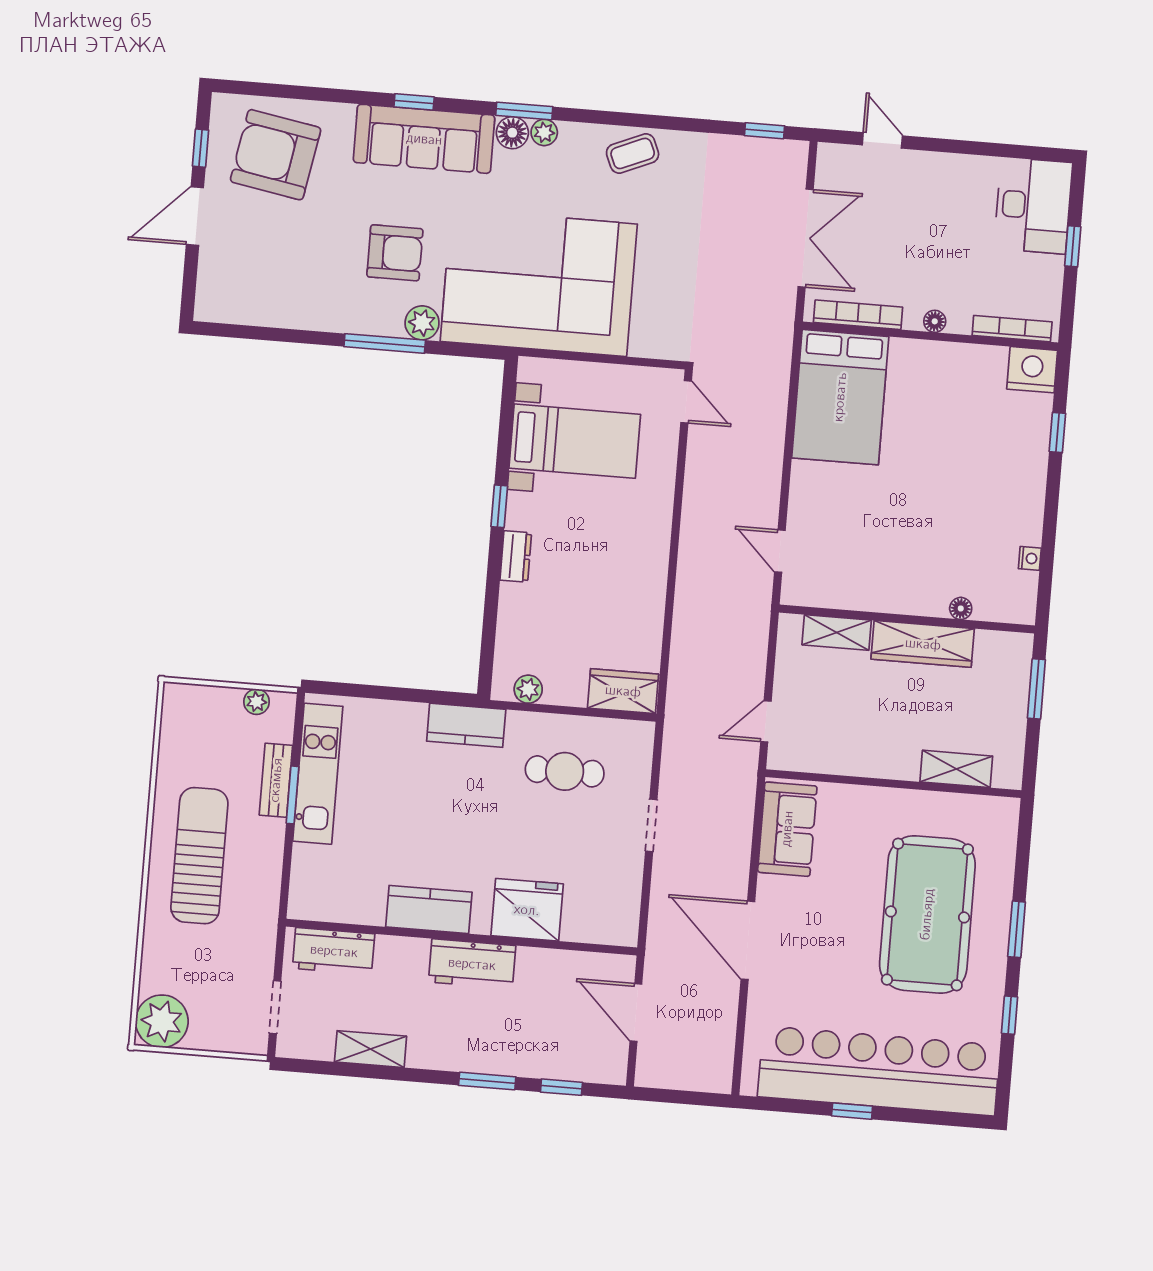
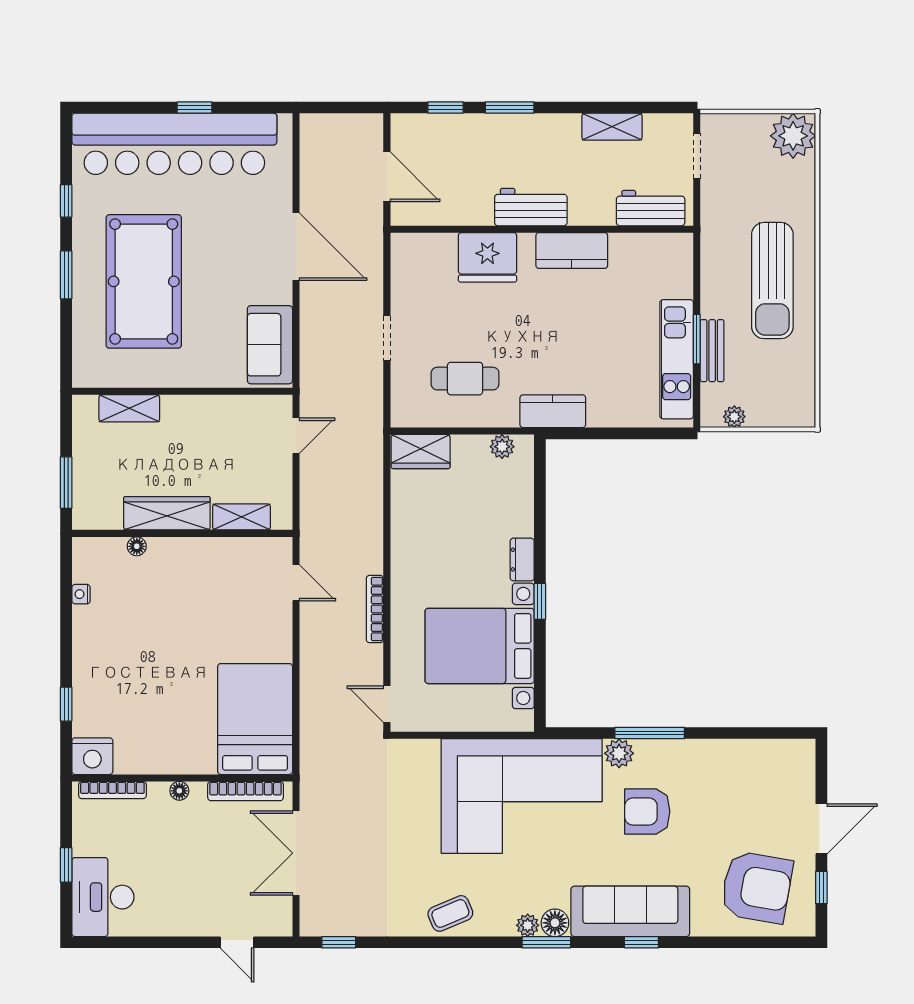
bed with nightstands: (575, 441) -> (480, 646), width x1.36
bookcase: (691, 513) -> (375, 609), added

